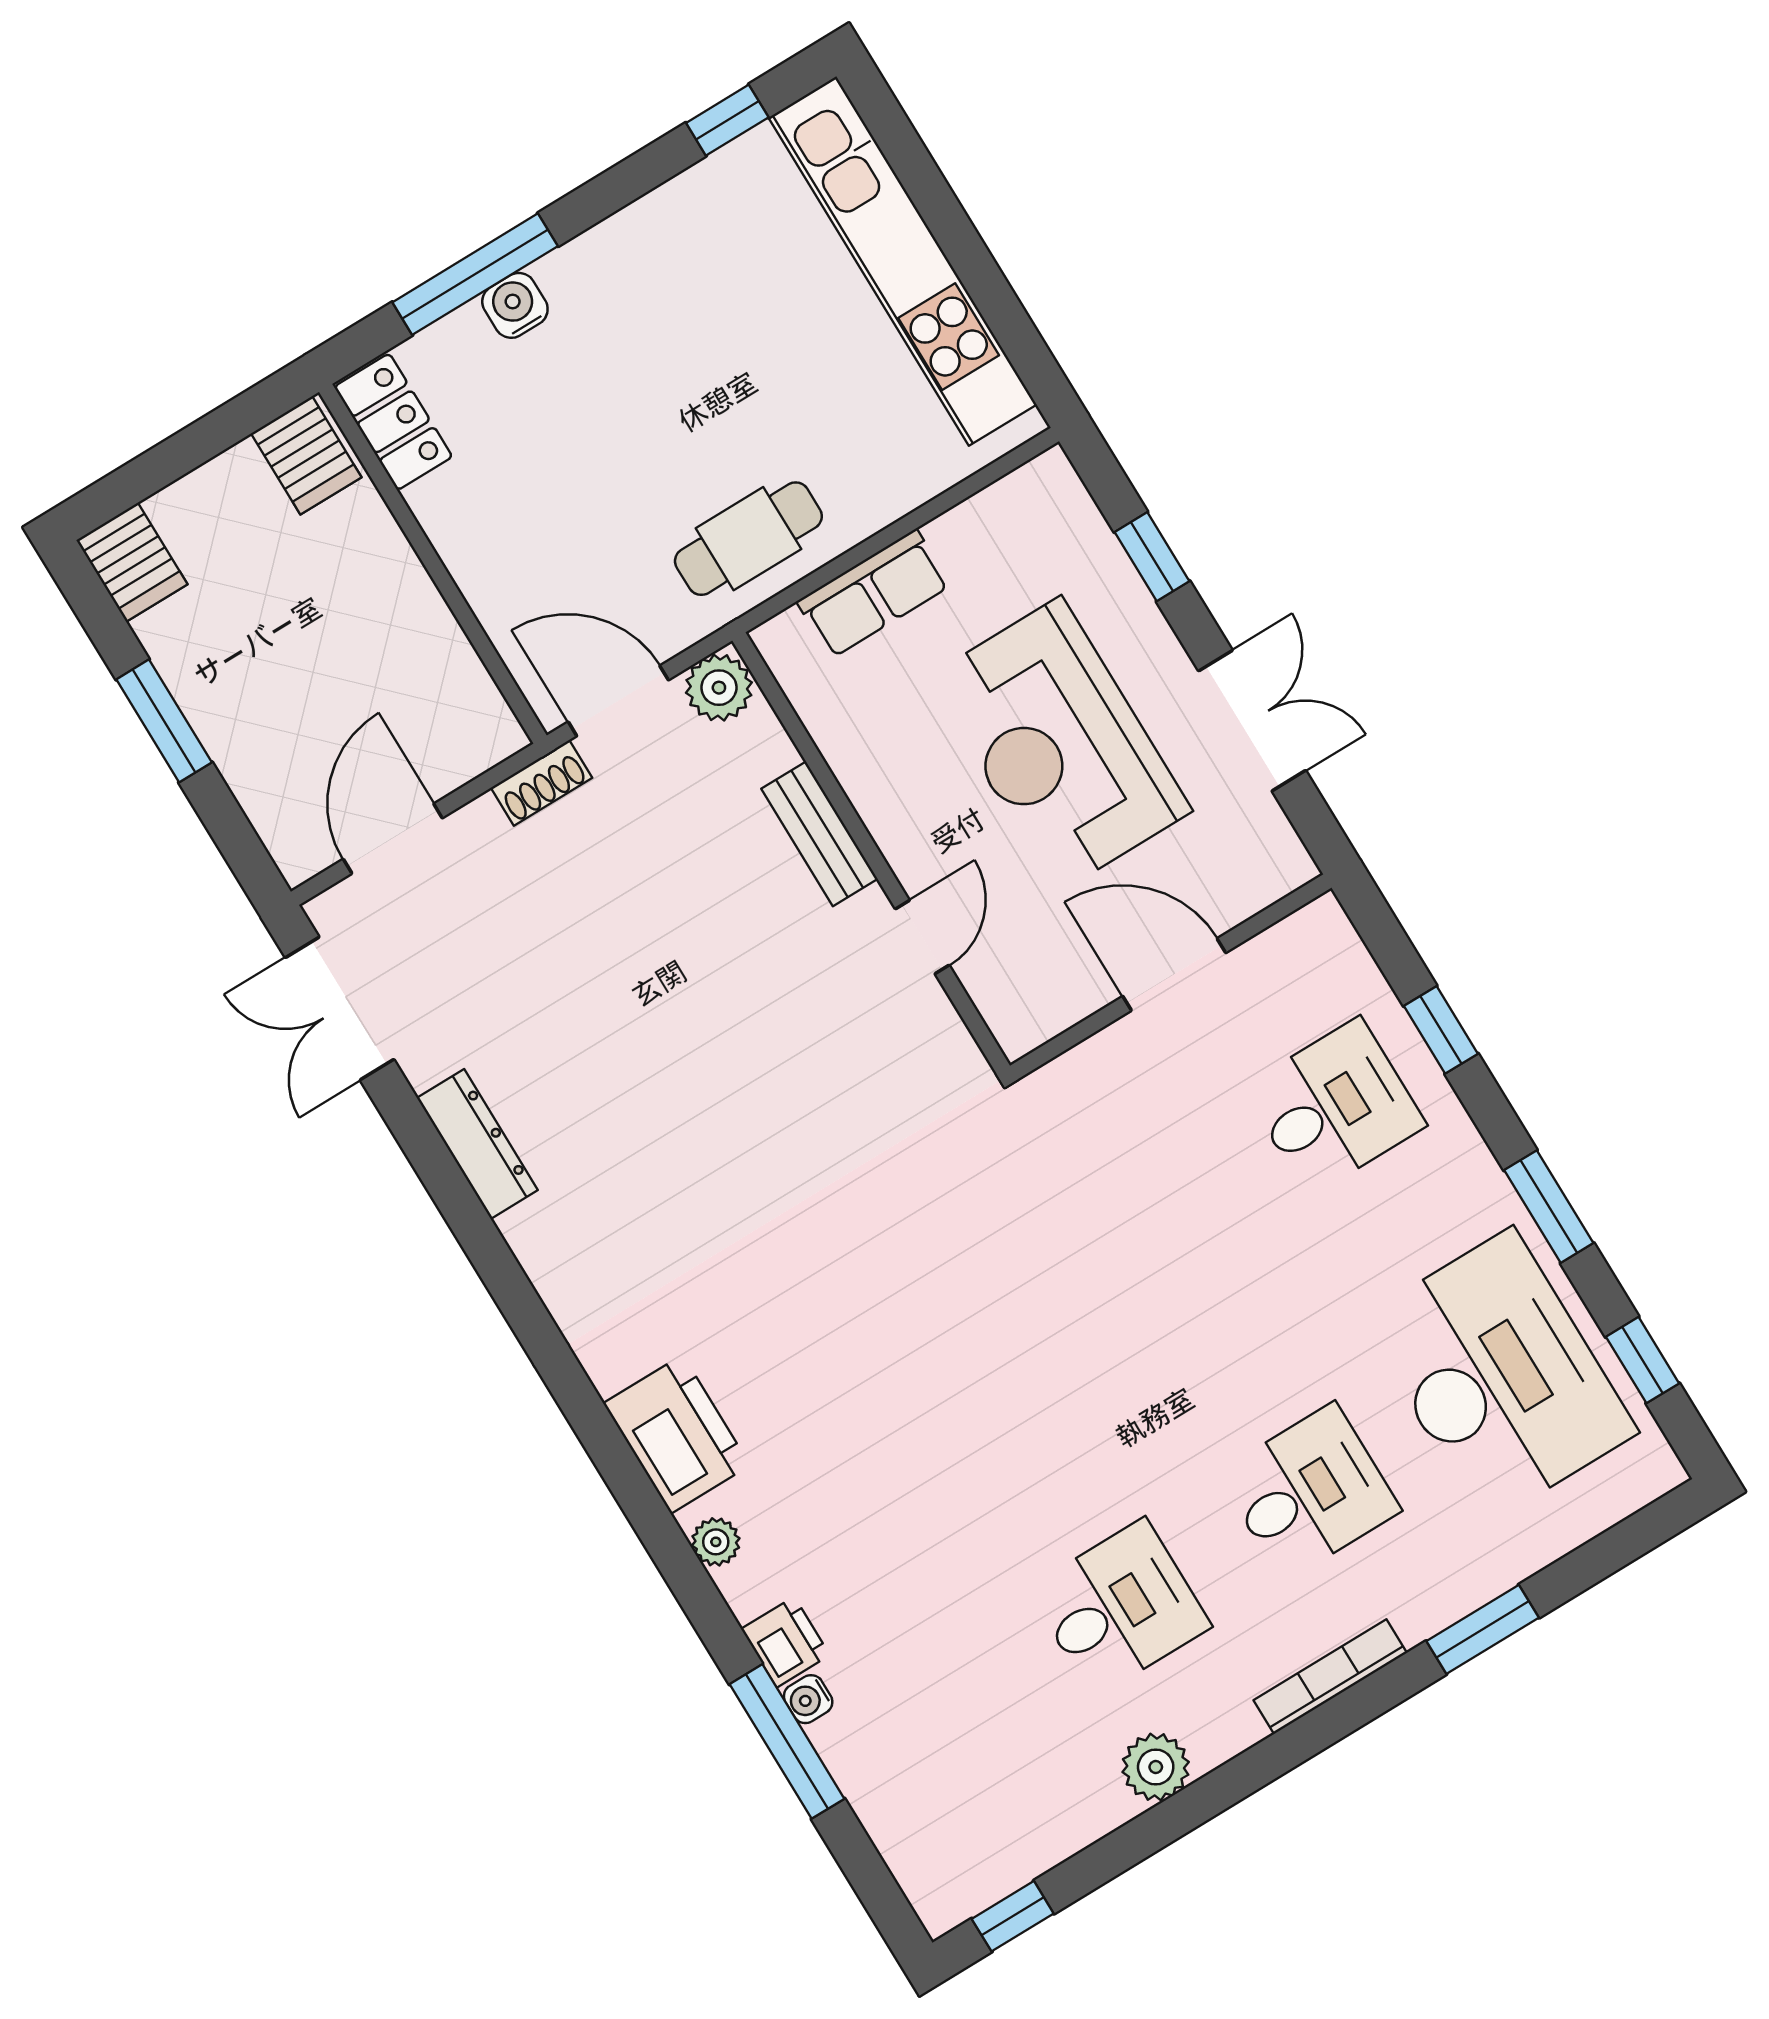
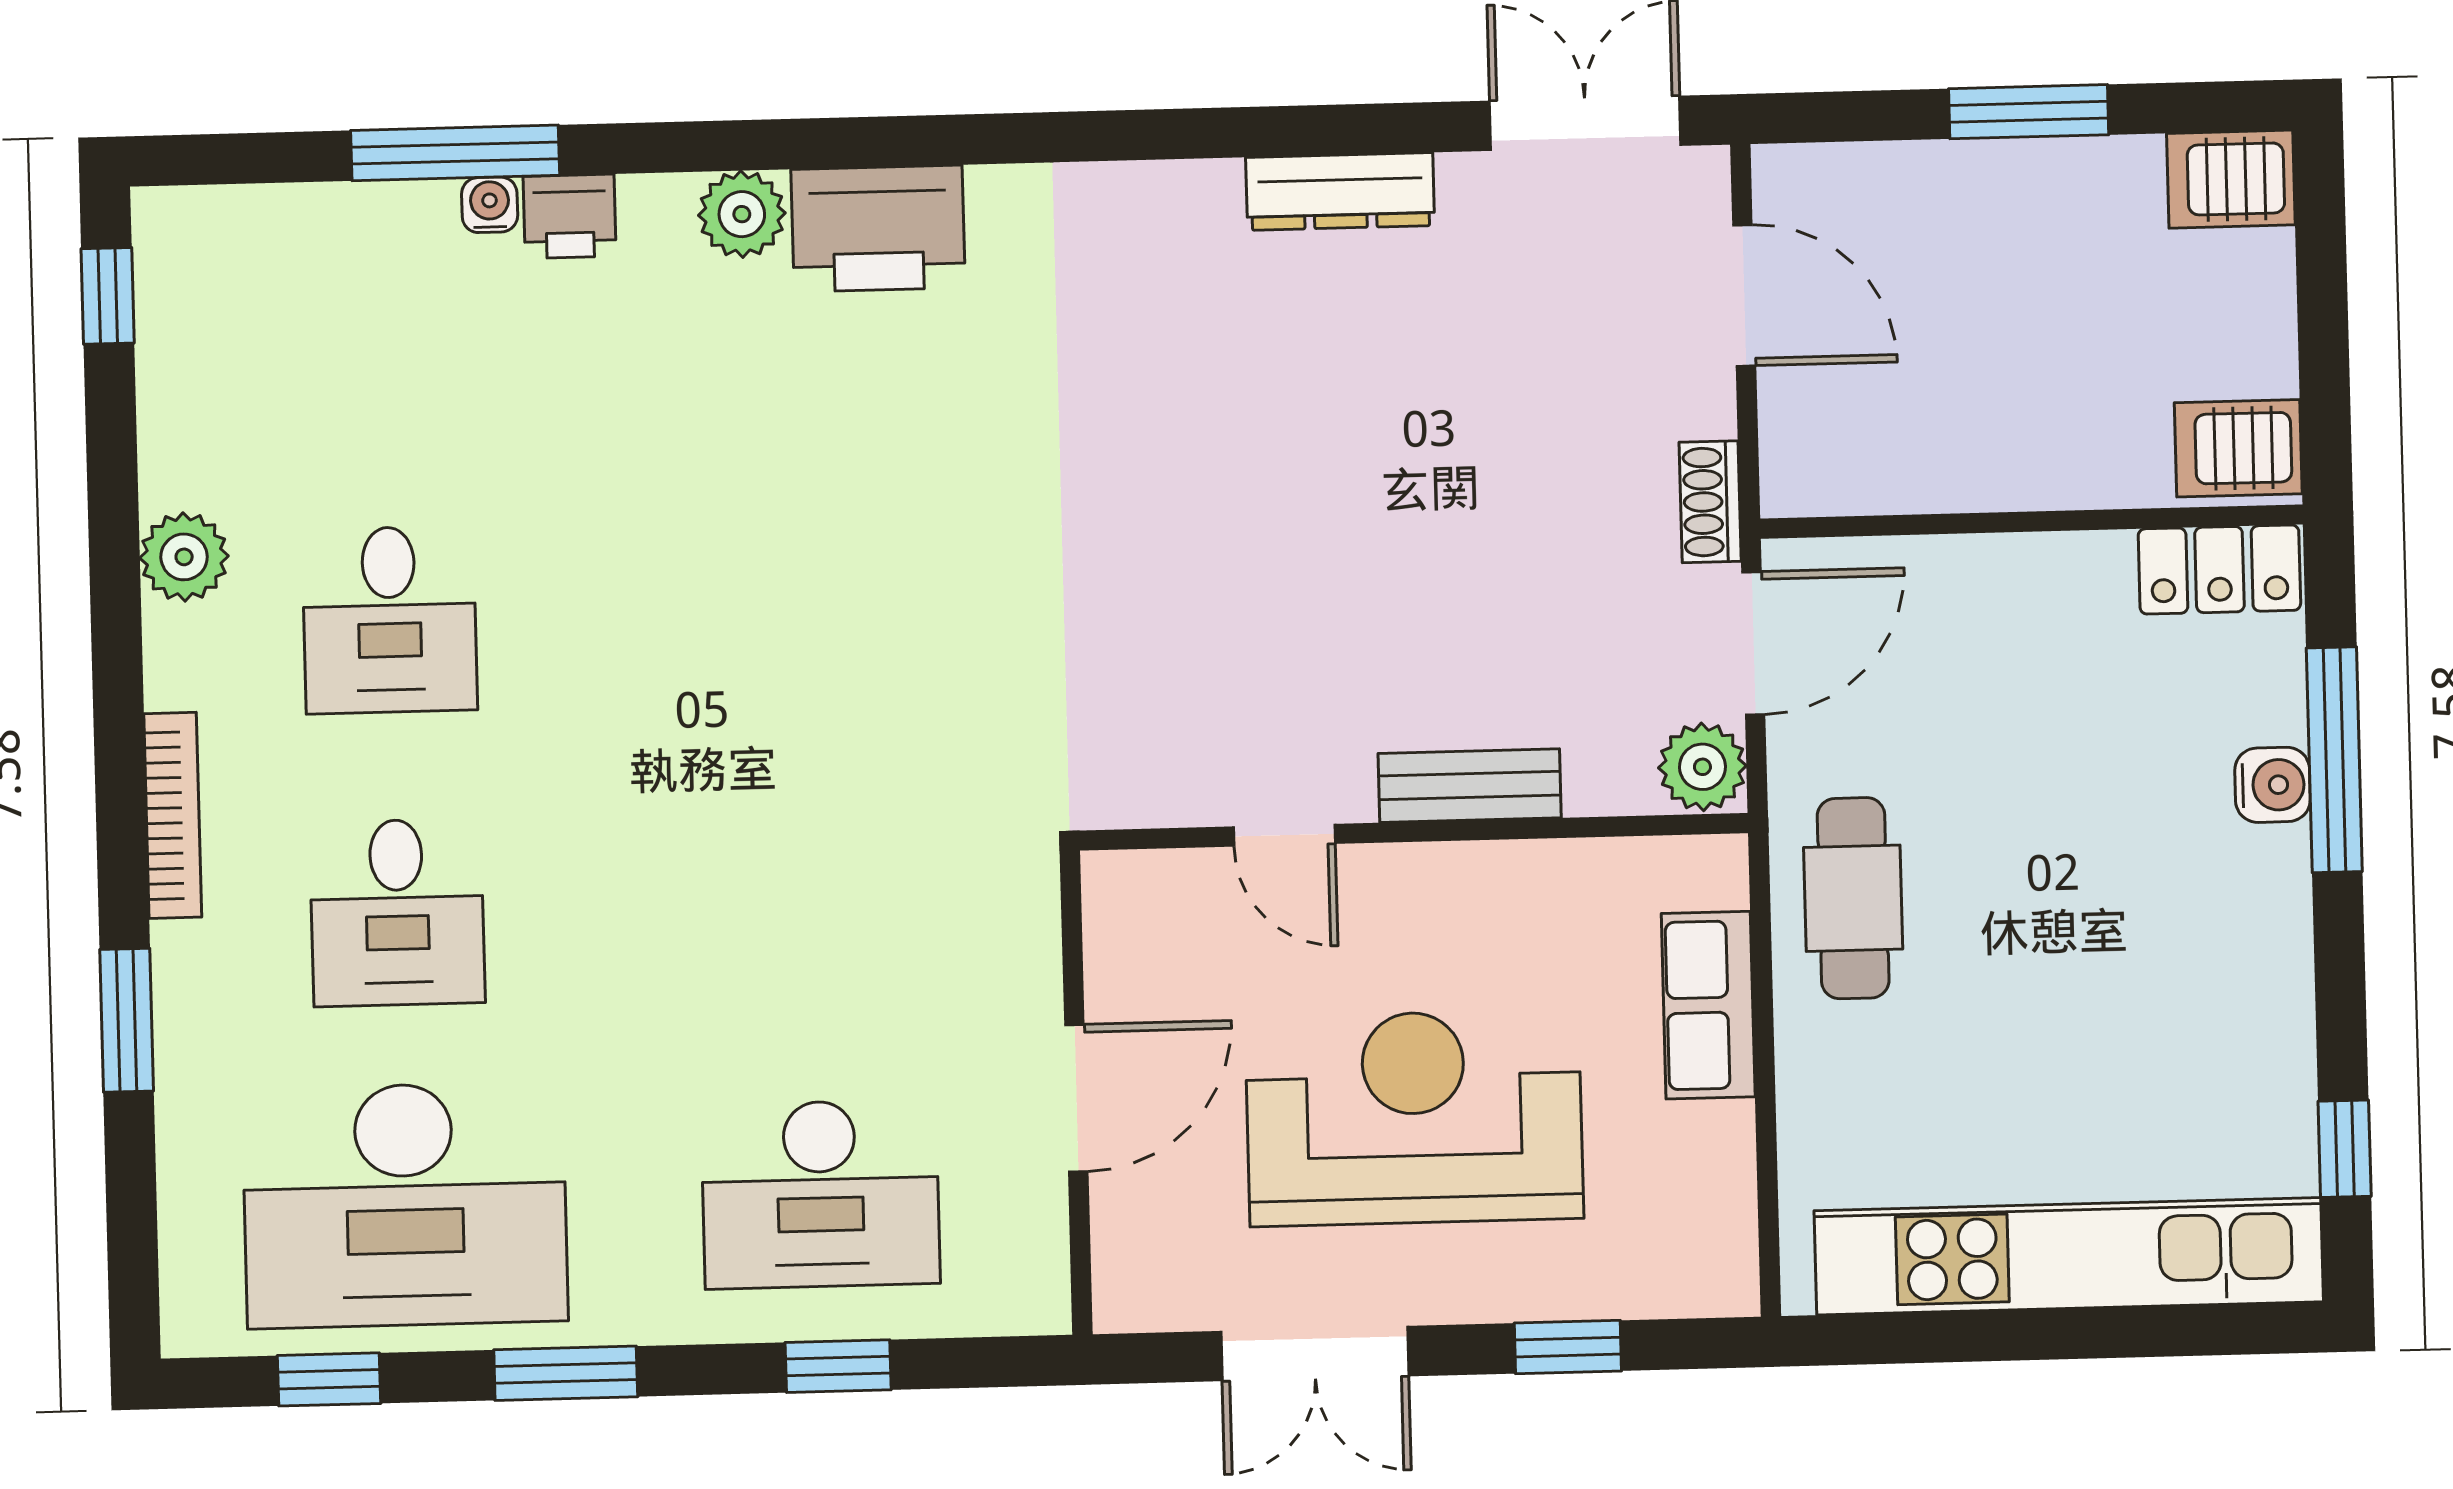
desk: (1334, 1107) -> (820, 1194), width x1.37
plant: (716, 1542) -> (742, 214), width x1.38, depth x1.38

